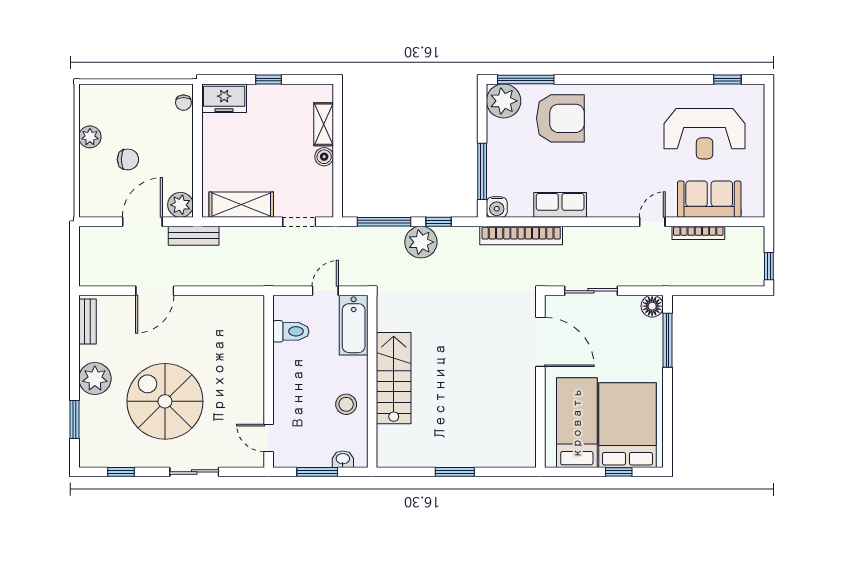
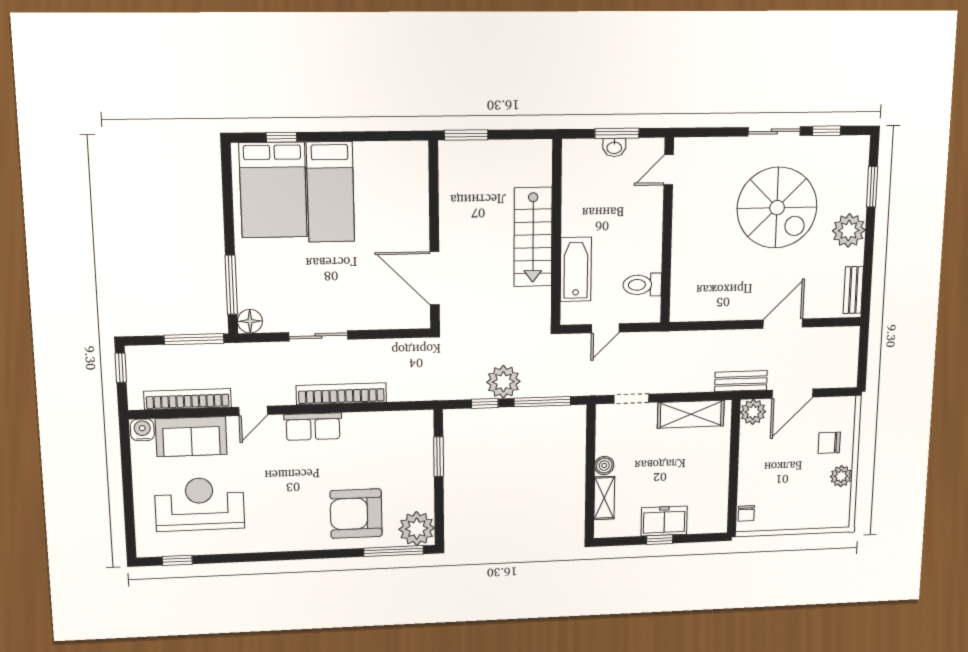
freezer: (224, 98) -> (664, 521), moved
chair: (183, 103) -> (746, 513), turned 180
chair: (128, 159) -> (829, 443), moved
window: (482, 171) -> (439, 457), width x0.69
row of seats: (560, 205) -> (313, 427), moved
water cooler: (497, 207) -> (142, 430), moved
bookcase: (698, 233) -> (188, 399), width x1.48, depth x1.31
bookcase: (521, 235) -> (341, 394), moved
window: (703, 291) -> (194, 339), added
bathtub: (354, 325) -> (576, 269), moved
door: (540, 342) -> (435, 278), moved
wall: (540, 381) -> (434, 236), moved
stool: (346, 404) -> (585, 208), removed
door: (269, 438) -> (669, 170), swing flipped
washbasin: (343, 459) -> (614, 147), moved
sliding door: (194, 472) -> (774, 131), moved

